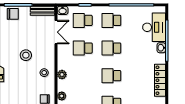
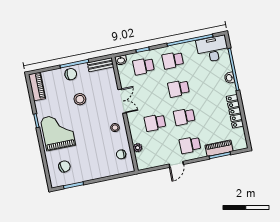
desk: (154, 27) -> (213, 49), moved, turned -90
double door: (56, 32) -> (122, 101), moved
school desk: (83, 48) -> (155, 123), moved
stool: (26, 55) -> (80, 99), moved
plant: (62, 75) -> (133, 126), removed

